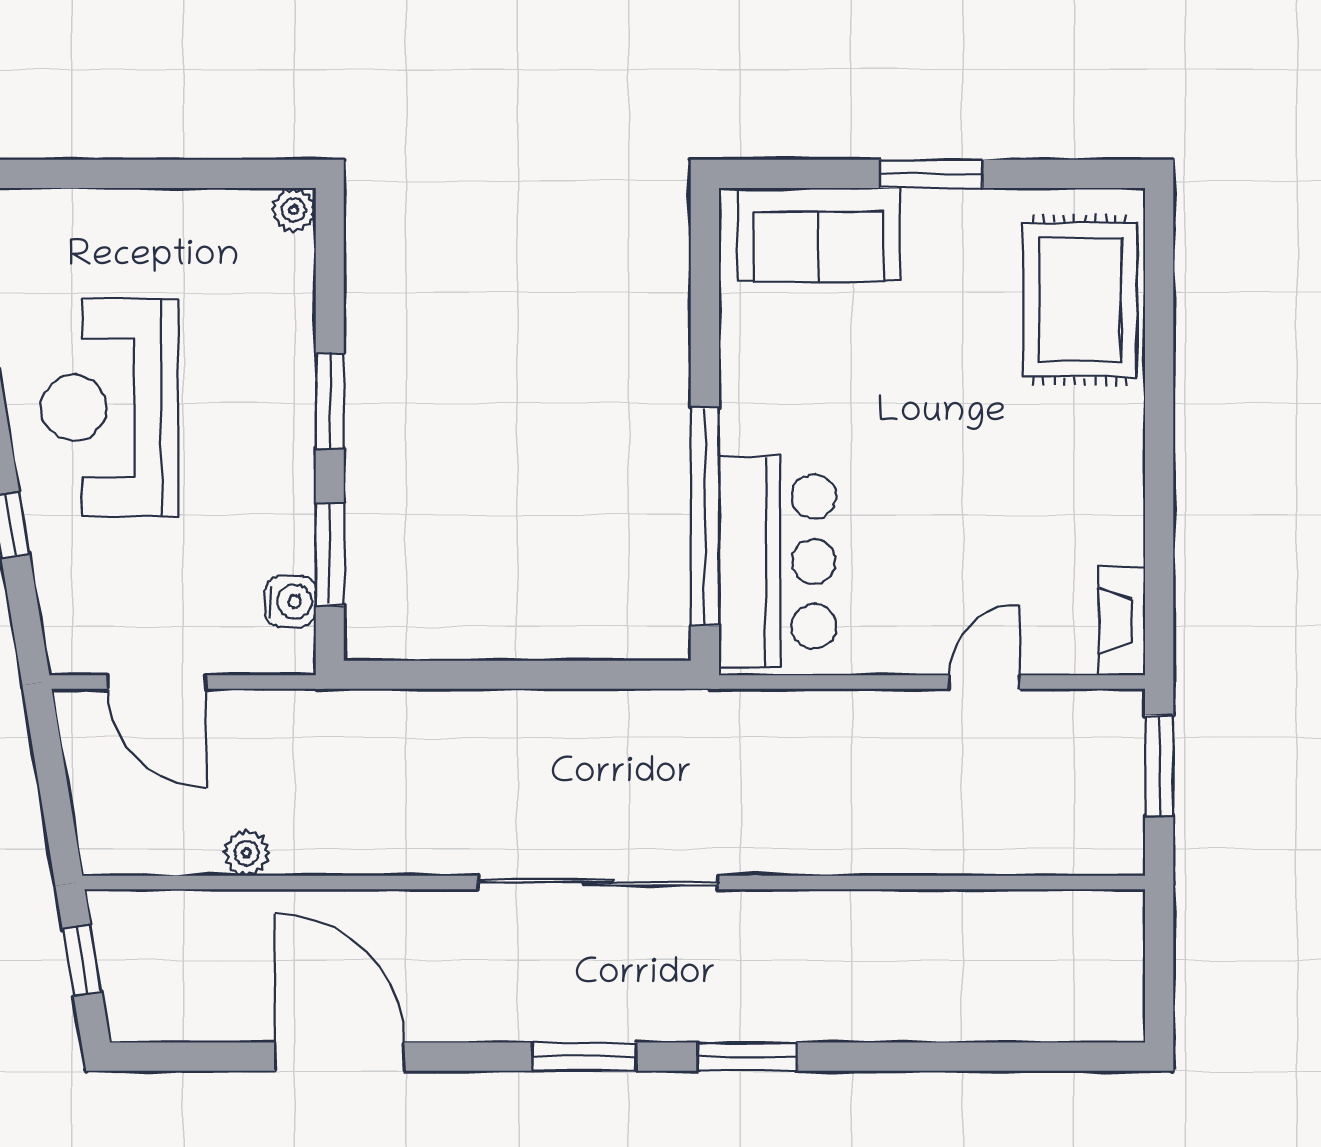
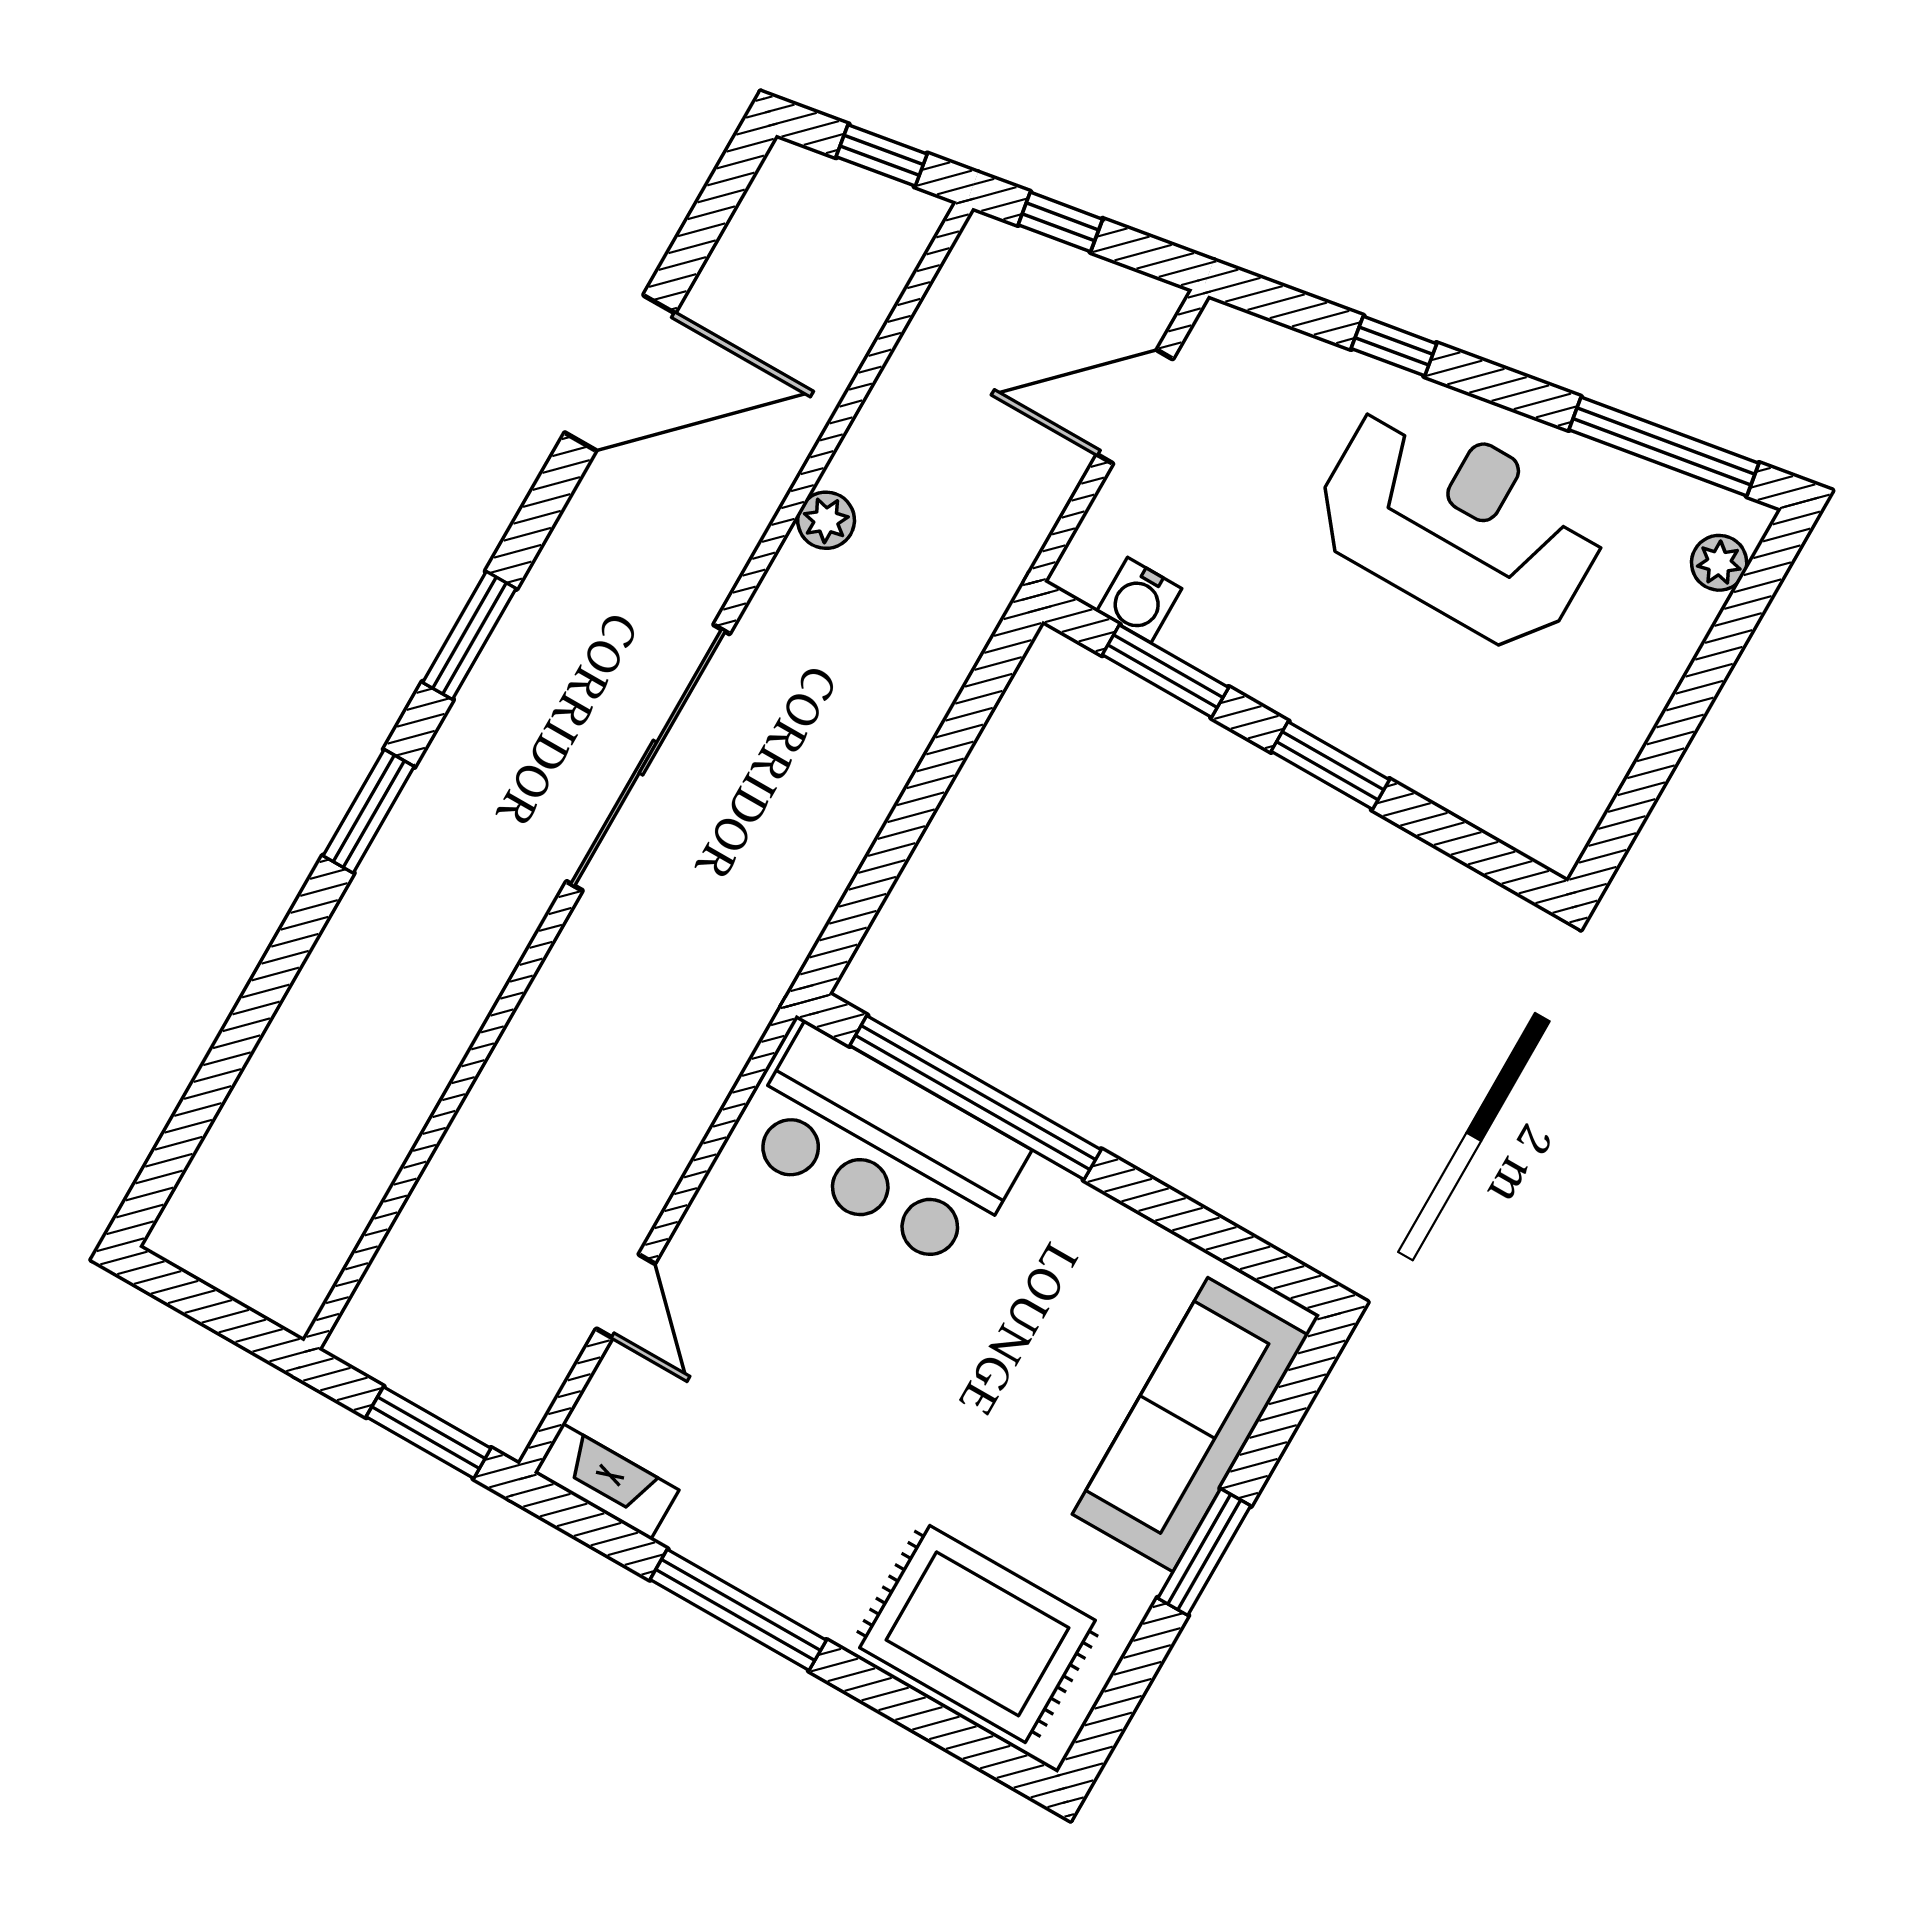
plant: (294, 210) -> (1719, 563), moved
sofa: (819, 235) -> (1190, 1425), width x1.36
window: (1159, 477) -> (738, 1610), added
window: (57, 808) -> (1060, 222), added
plant: (247, 853) -> (826, 520), moved

